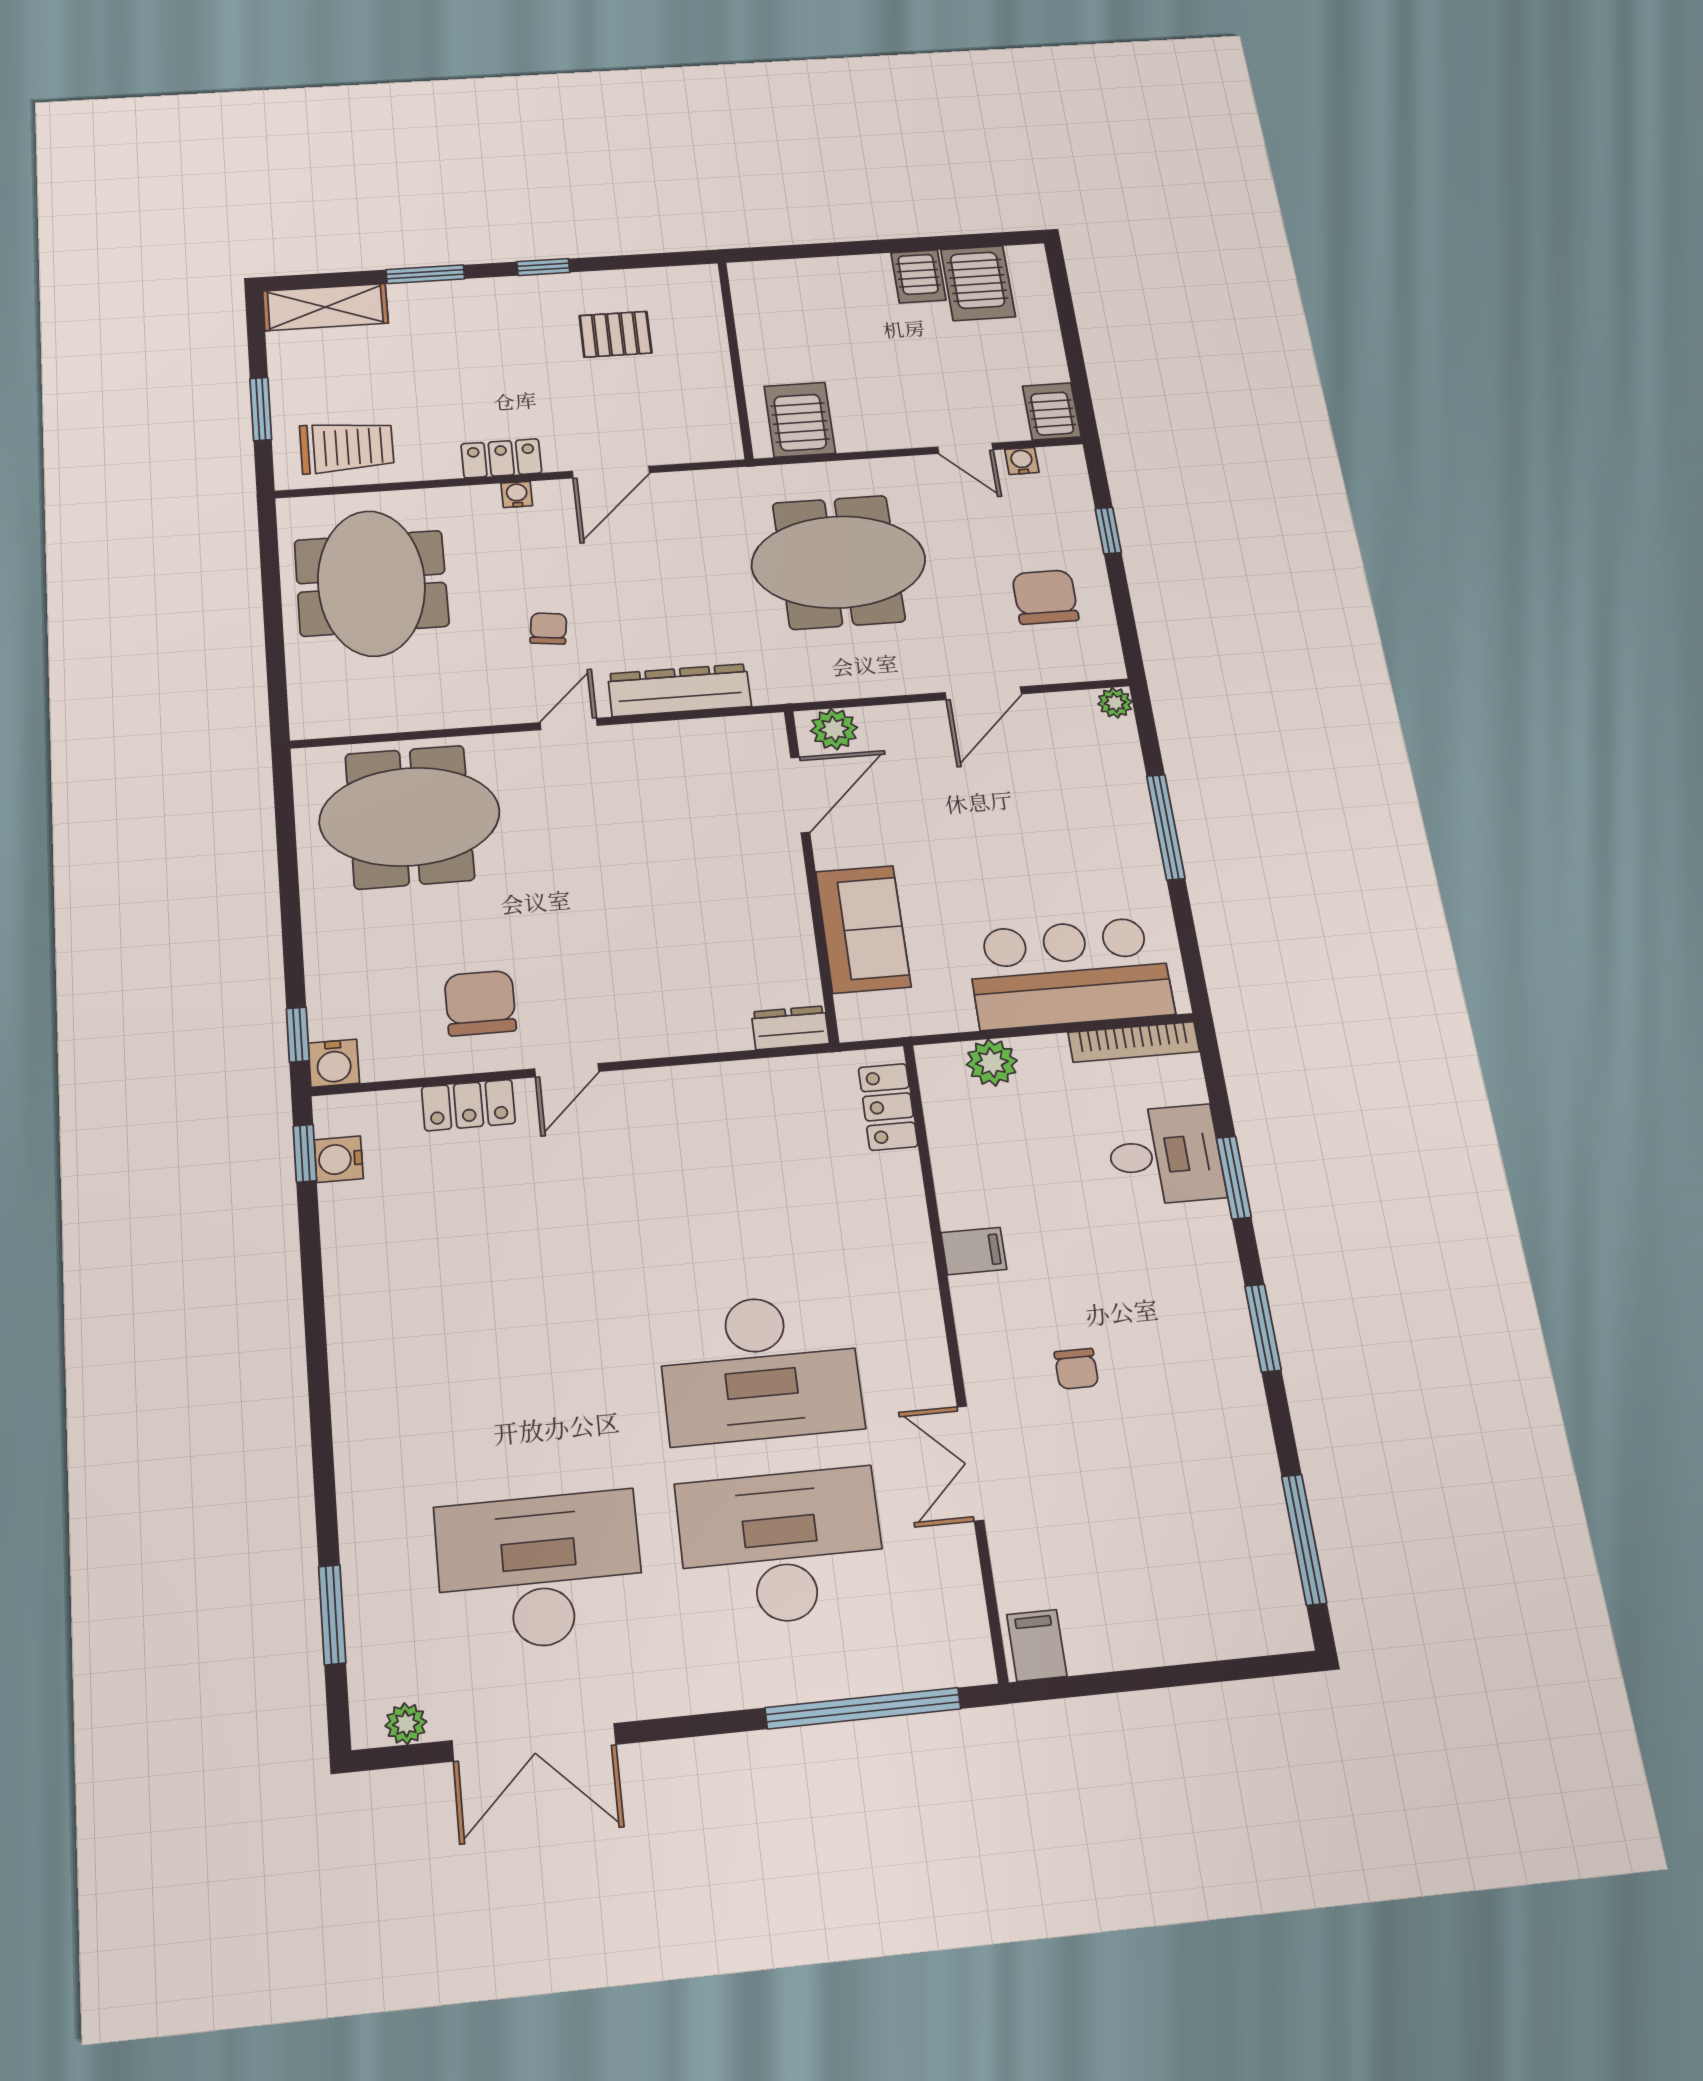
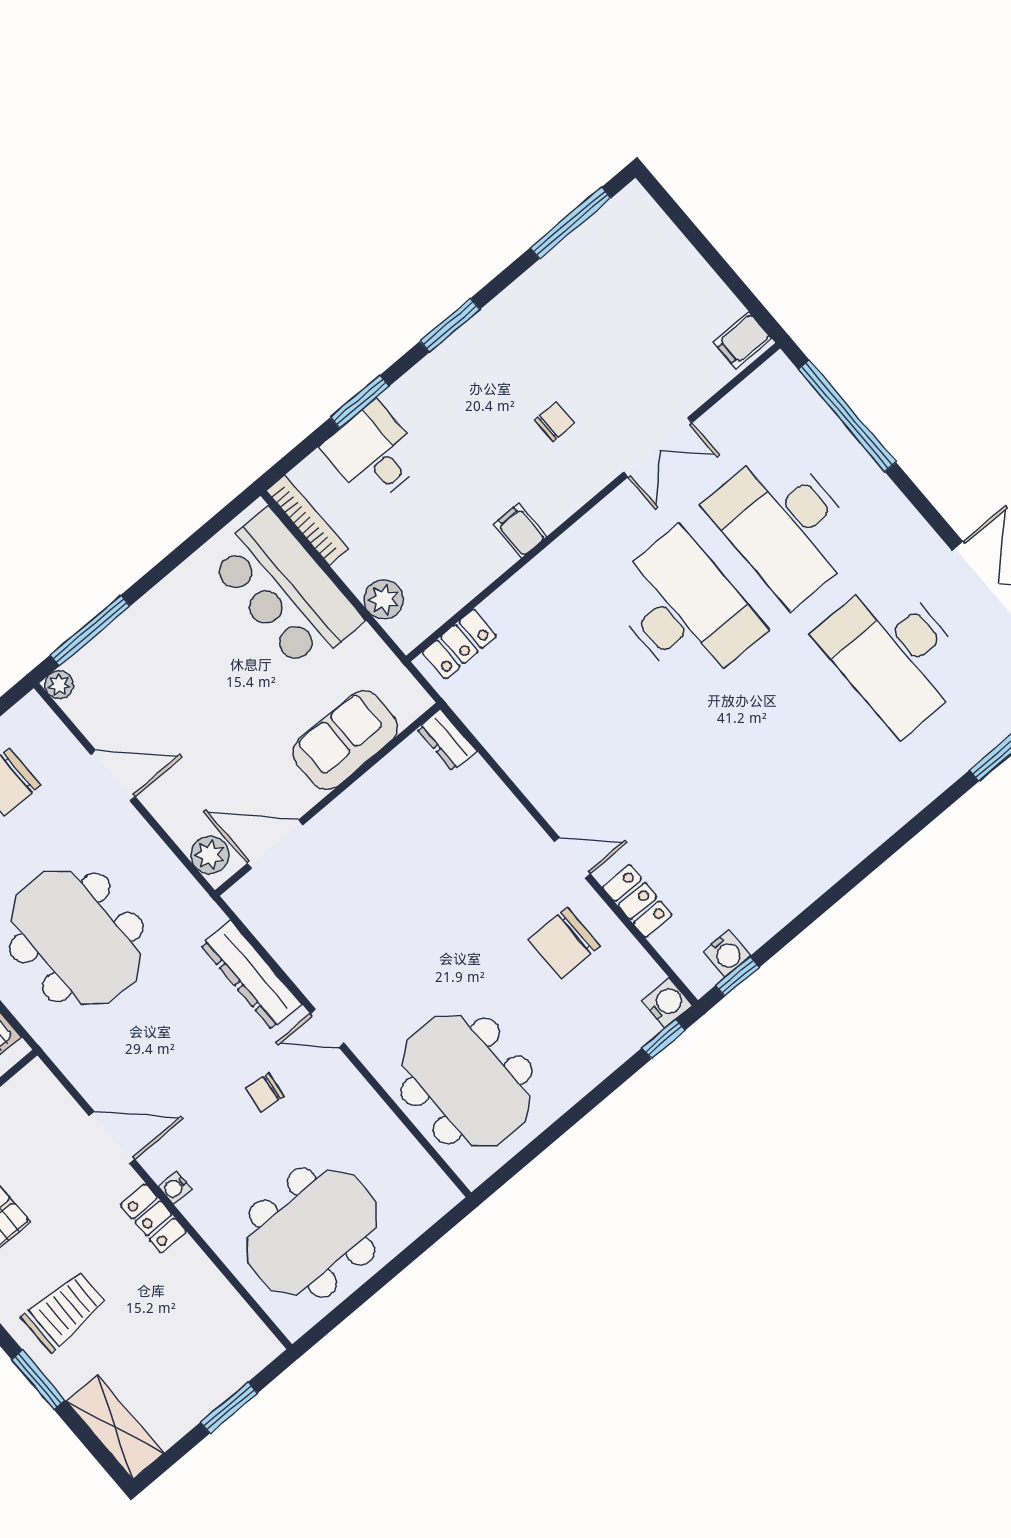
trolley: (347, 447) -> (64, 1311), moved, turned 90
window: (1166, 827) -> (90, 631), moved

